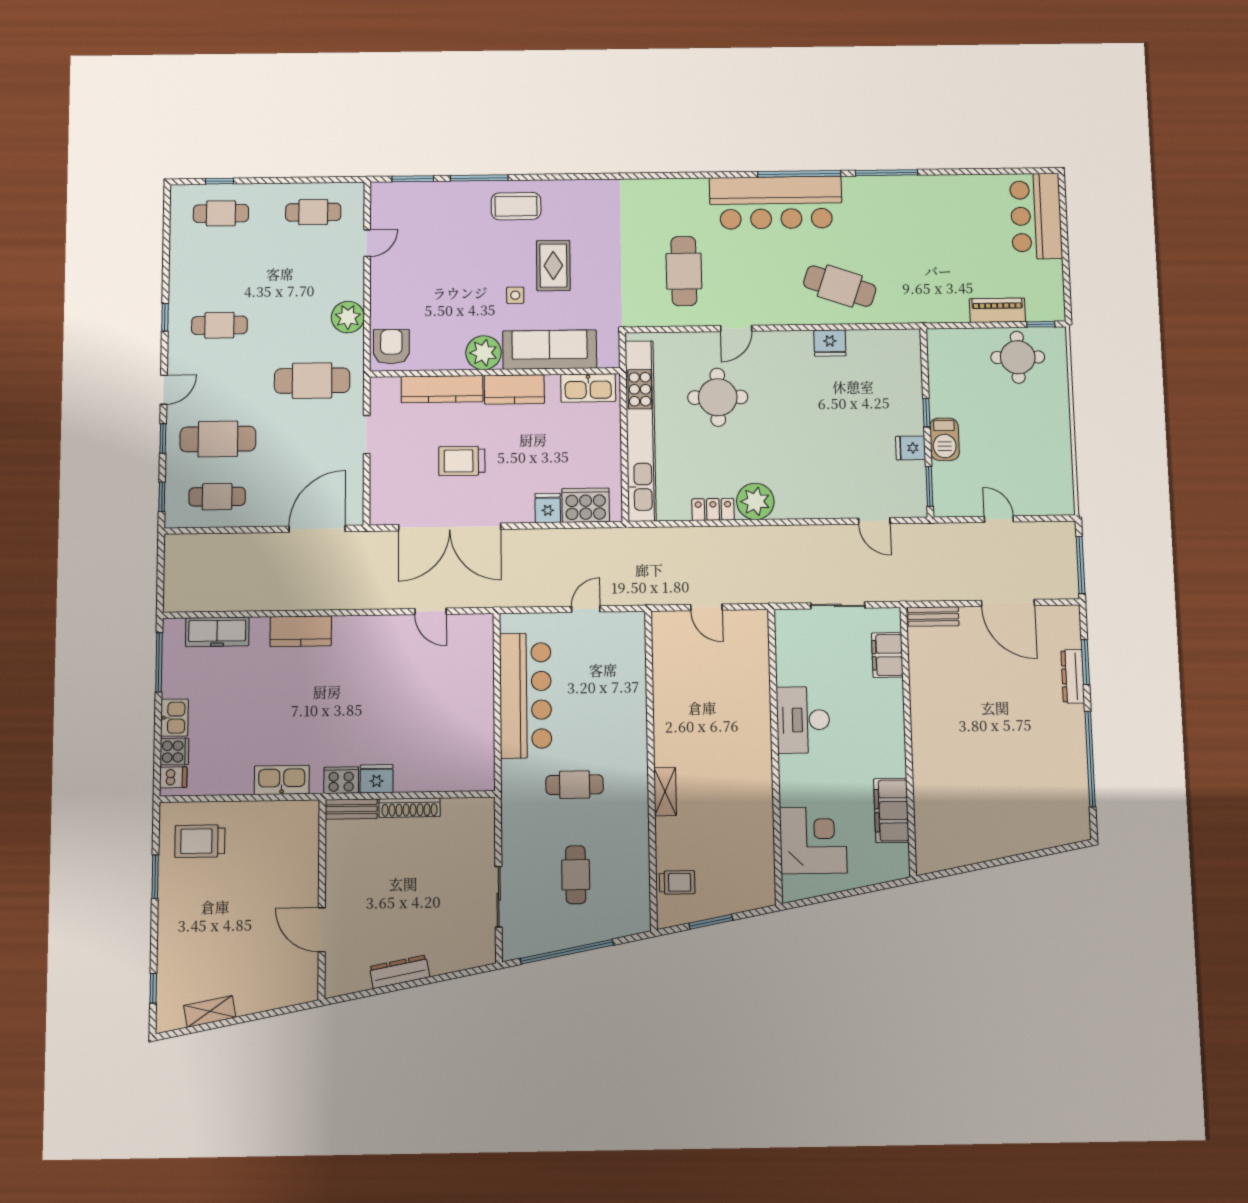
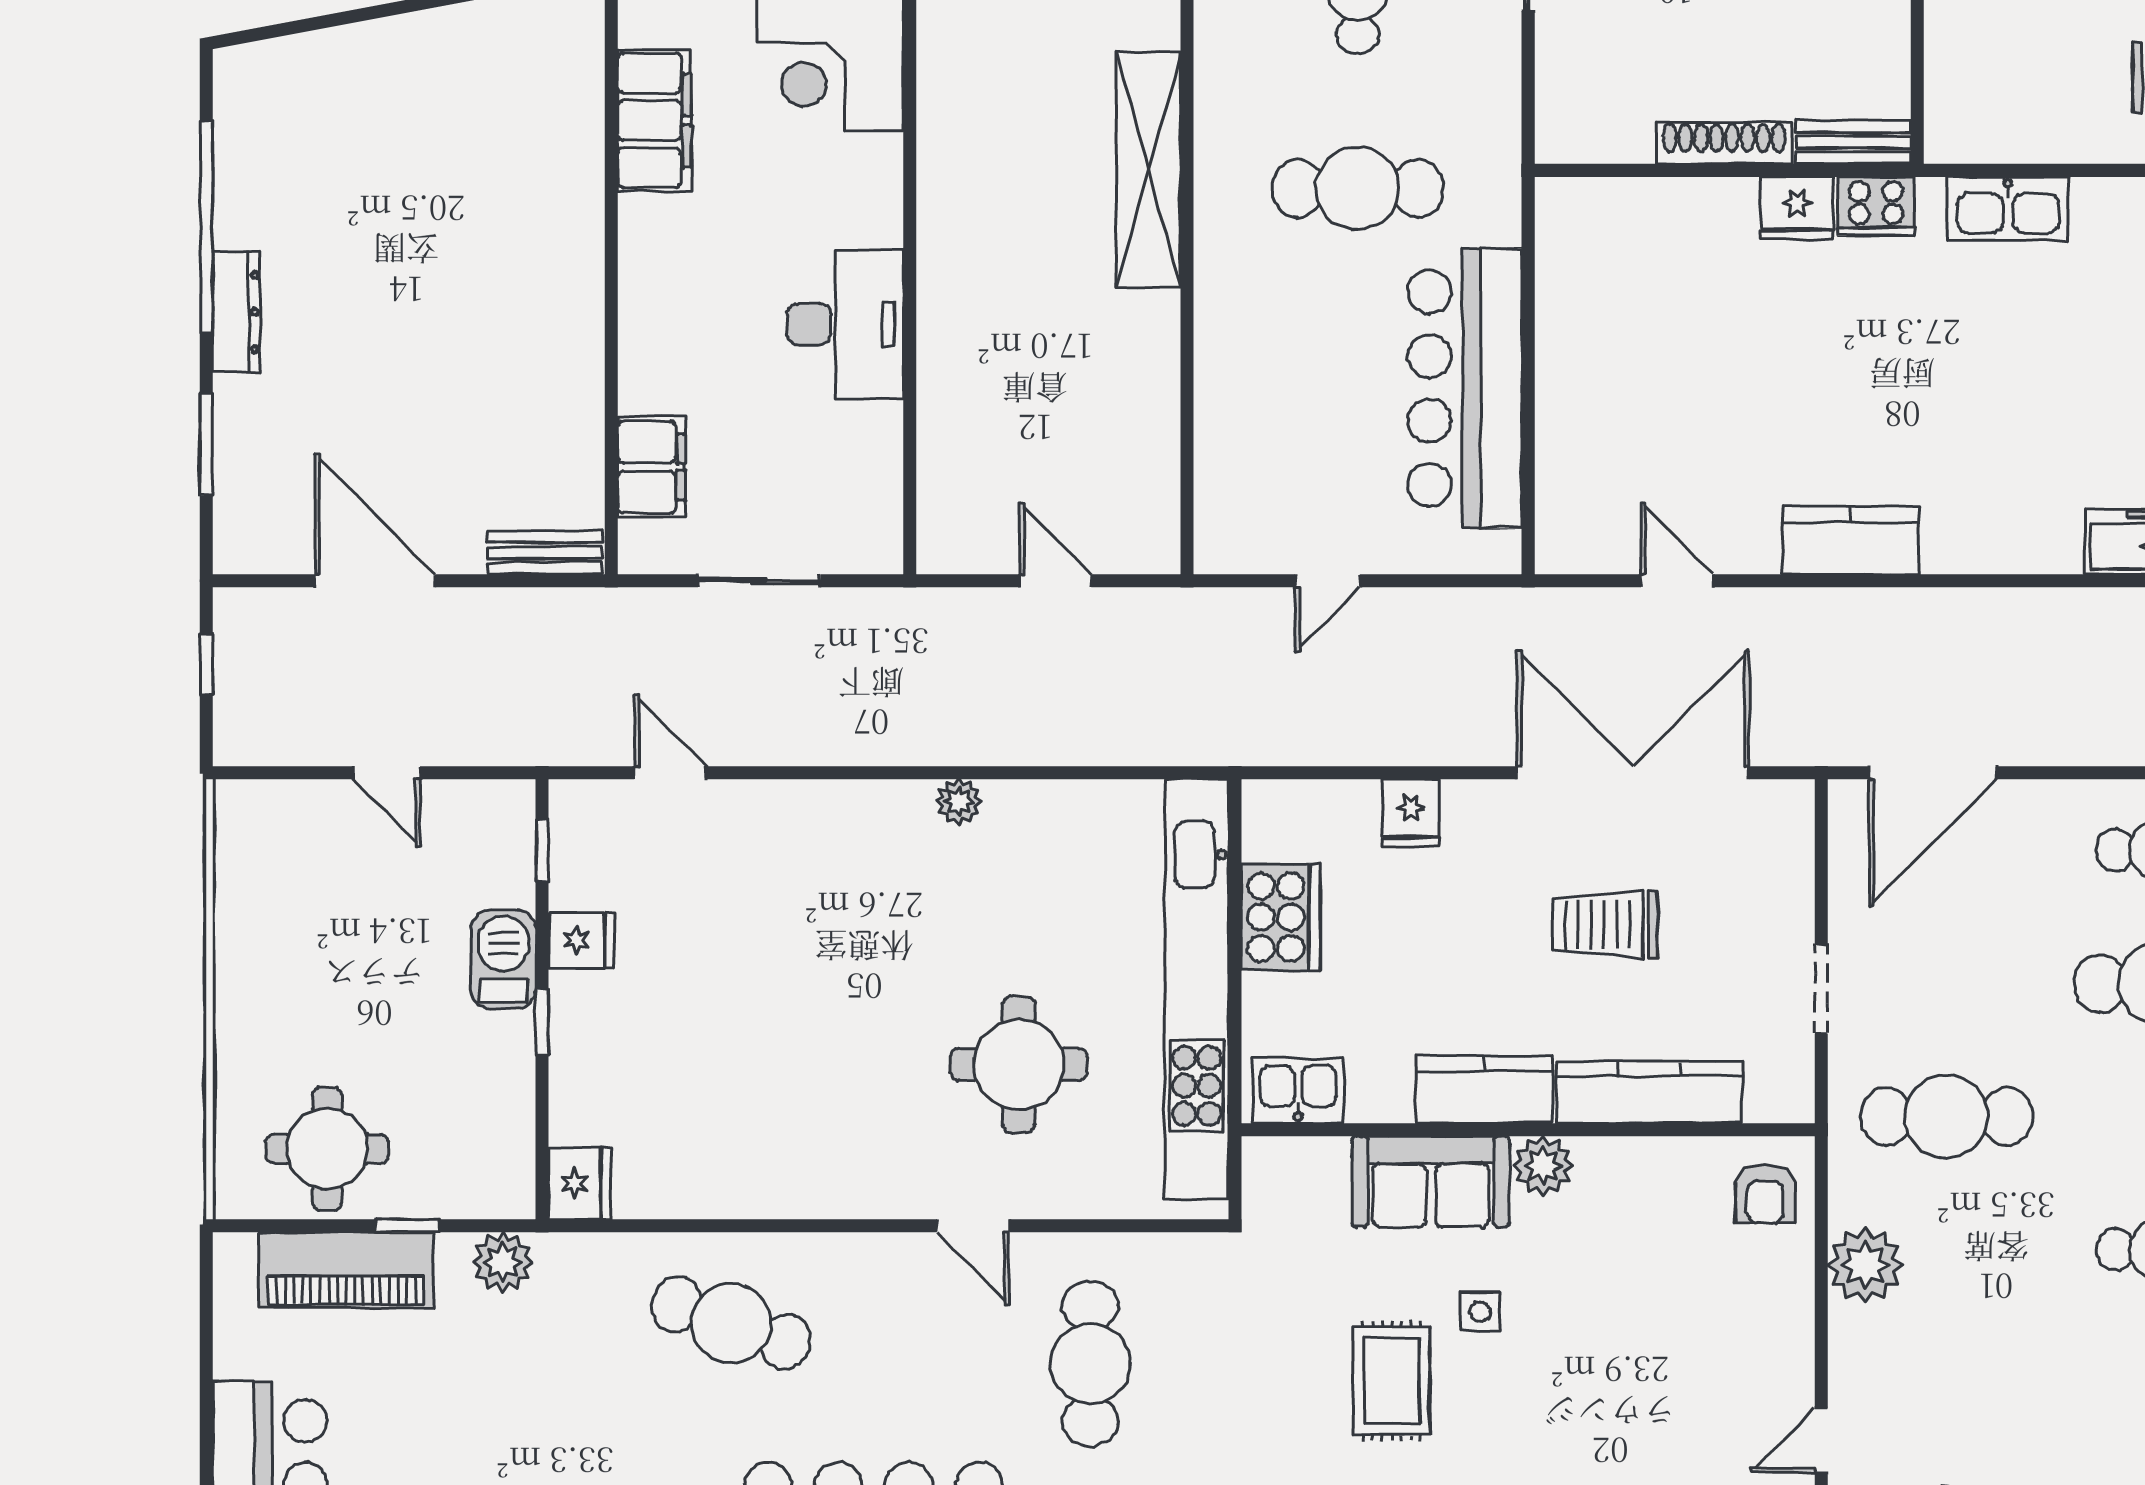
plant: (940, 310) -> (503, 1262), added
piano: (997, 310) -> (346, 1270), width x1.37, depth x1.33
window: (1041, 324) -> (407, 1226), moved
door: (736, 328) -> (973, 1226), swing flipped
fridge: (830, 343) -> (579, 1183), moved, turned 90
armchair: (391, 347) -> (1765, 1194), width x0.72, depth x0.72
sofa: (550, 350) -> (1431, 1182), width x0.73
plant: (484, 353) -> (1543, 1166), width x0.73, depth x0.73
kitchen sink: (588, 388) -> (1298, 1091), width x0.73
trolley: (462, 461) -> (1605, 925), turned 180
window: (929, 486) -> (542, 851), width x0.67
plant: (755, 501) -> (959, 802), width x0.53, depth x0.53
cooker: (586, 505) -> (1281, 917), moved, turned -90
locker: (713, 509) -> (1036, 804), removed
window: (1081, 565) -> (206, 665), width x0.46
kitchen counter: (301, 631) -> (1850, 540), moved
dresser: (1073, 676) -> (236, 312), moved
cafe table: (575, 785) -> (1358, 188), width x1.37, depth x1.35
shelving: (665, 792) -> (1149, 170), width x2.20, depth x1.33

